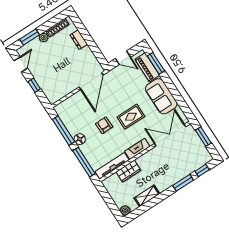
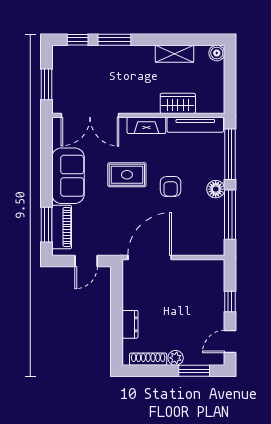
door: (123, 58) -> (86, 261), swing flipped

